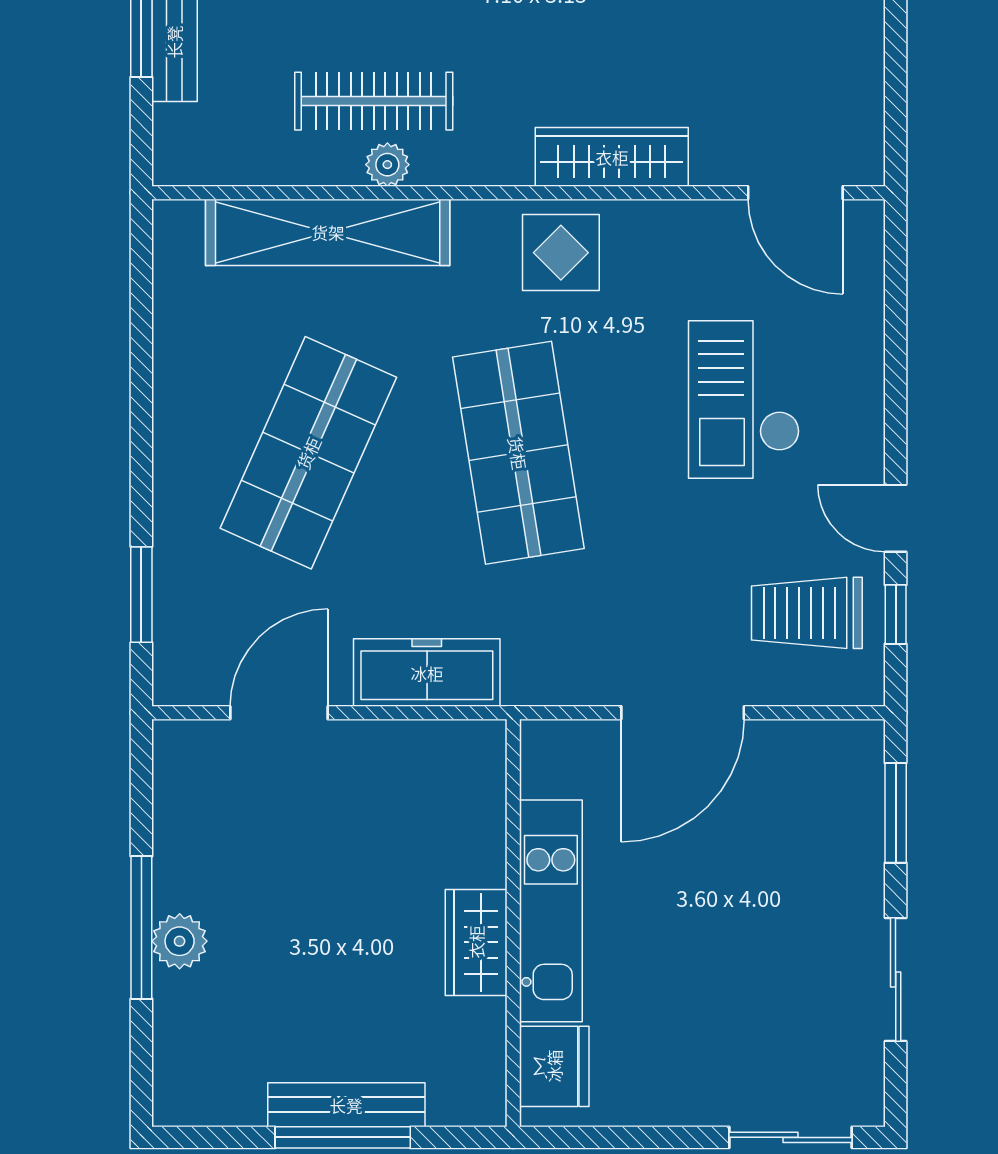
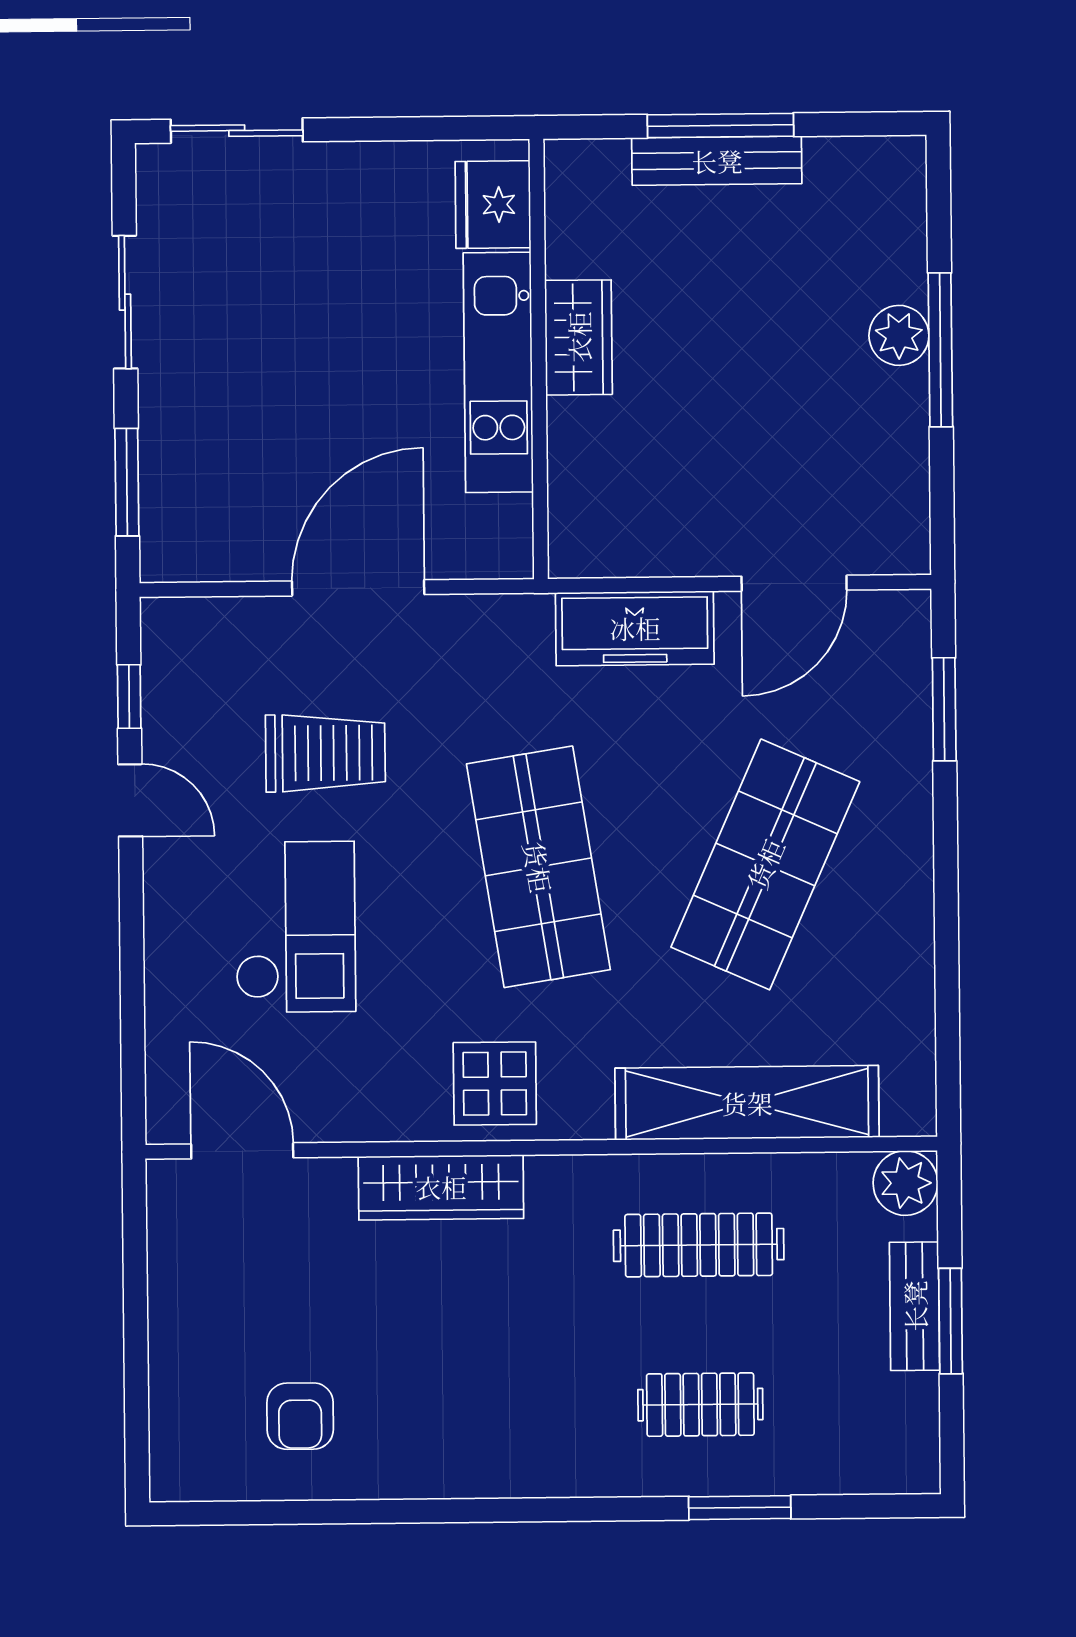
plant: (387, 165) -> (905, 1183), moved, width x1.38, depth x1.38
trolley: (807, 613) -> (325, 753), moved

